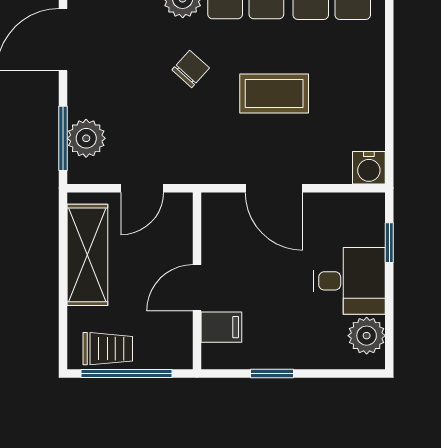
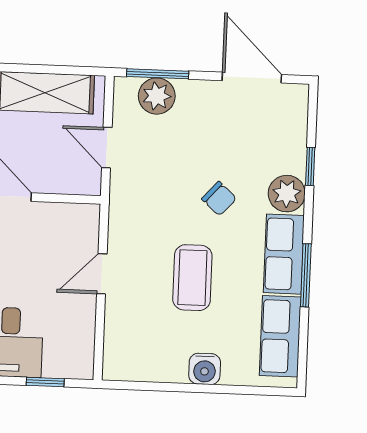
water cooler: (369, 168) -> (205, 369), moved, turned -90
door: (274, 188) -> (102, 274), width x0.73

